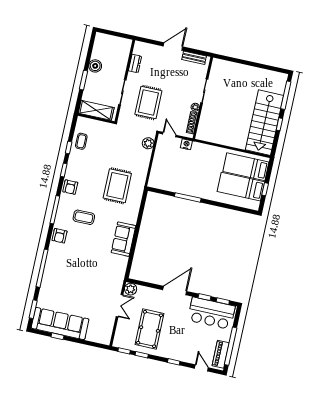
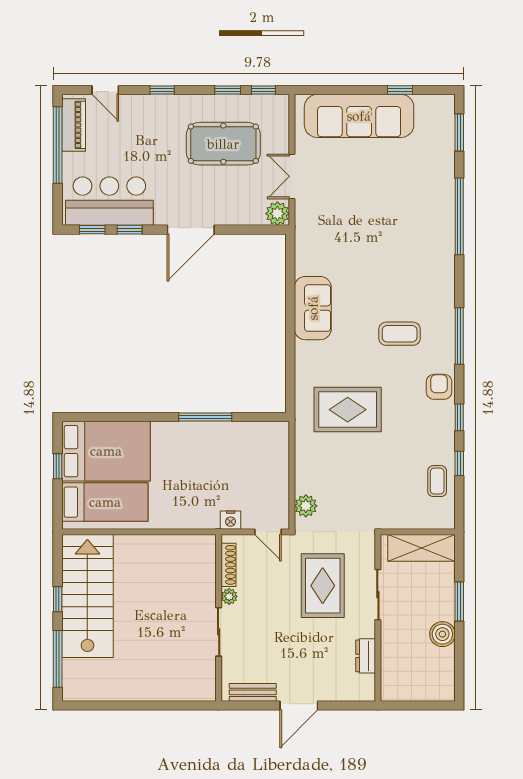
rug: (117, 186) -> (348, 410), turned 90
bed: (241, 187) -> (106, 451), width x1.50
armchair: (59, 236) -> (439, 287), removed
sofa: (60, 324) -> (359, 116), moved
pool table: (150, 329) -> (223, 144), turned 90

